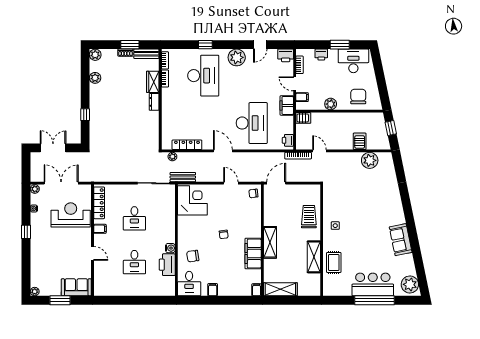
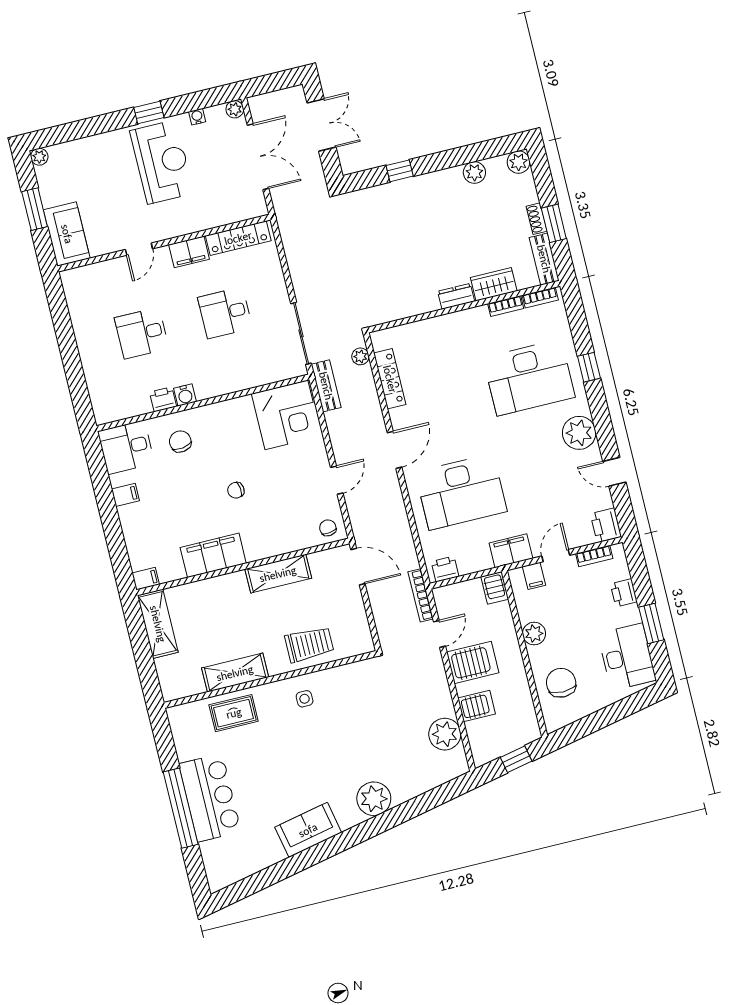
chair: (358, 97) -> (561, 683), turned -90
server rack: (337, 138) -> (473, 662), added
reception desk: (71, 215) -> (162, 162), moved
filing cabinet: (100, 229) -> (189, 252), width x2.00
shelving: (270, 242) -> (278, 574), moved
printer: (167, 265) -> (163, 399), width x0.53, depth x0.68
plant: (410, 284) -> (374, 799), moved

